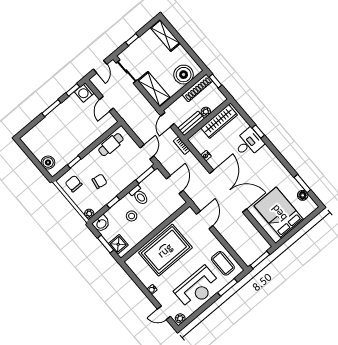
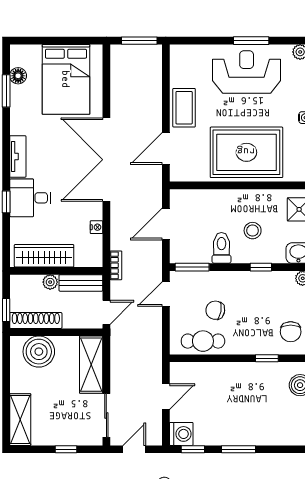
tv unit: (271, 157) -> (18, 156), added
chair: (99, 181) -> (215, 310), moved
coffee table: (223, 263) -> (184, 108), moved
window: (228, 287) -> (251, 41), moved

